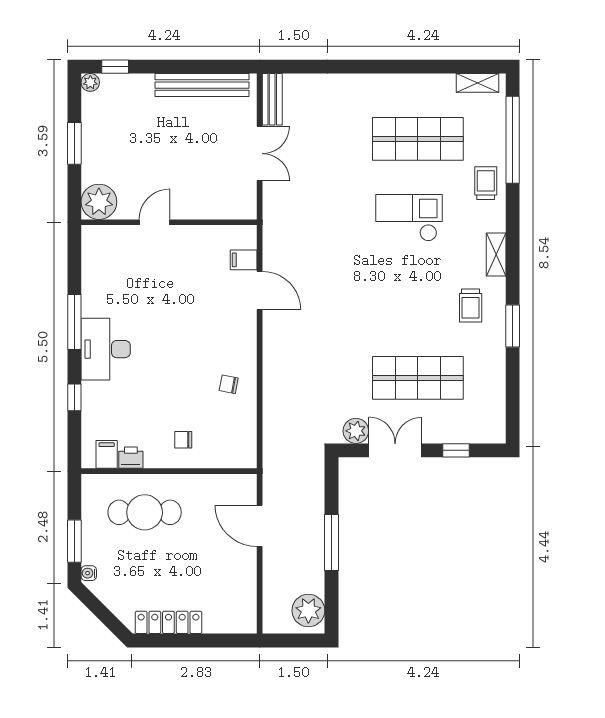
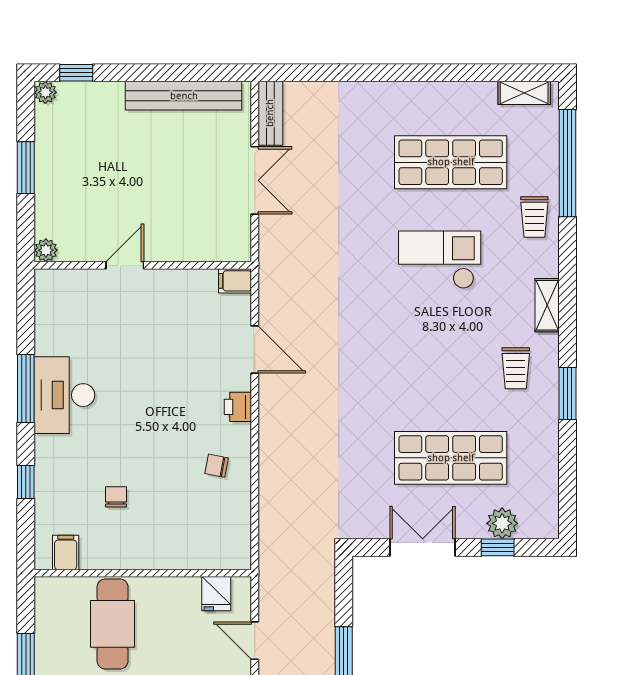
trolley: (486, 183) -> (534, 217), turned 180
plant: (99, 202) -> (46, 250), width x0.53, depth x0.53
filing cabinet: (244, 260) -> (235, 281), moved
desk: (106, 349) -> (64, 395), moved
plant: (356, 431) -> (502, 523), moved
chair: (183, 440) -> (116, 497), moved, turned 90
printer: (131, 458) -> (238, 407), moved, turned -90
fridge: (228, 488) -> (216, 594), added
cafe table: (145, 512) -> (113, 624), turned 90
door: (260, 526) -> (255, 641), width x0.73

